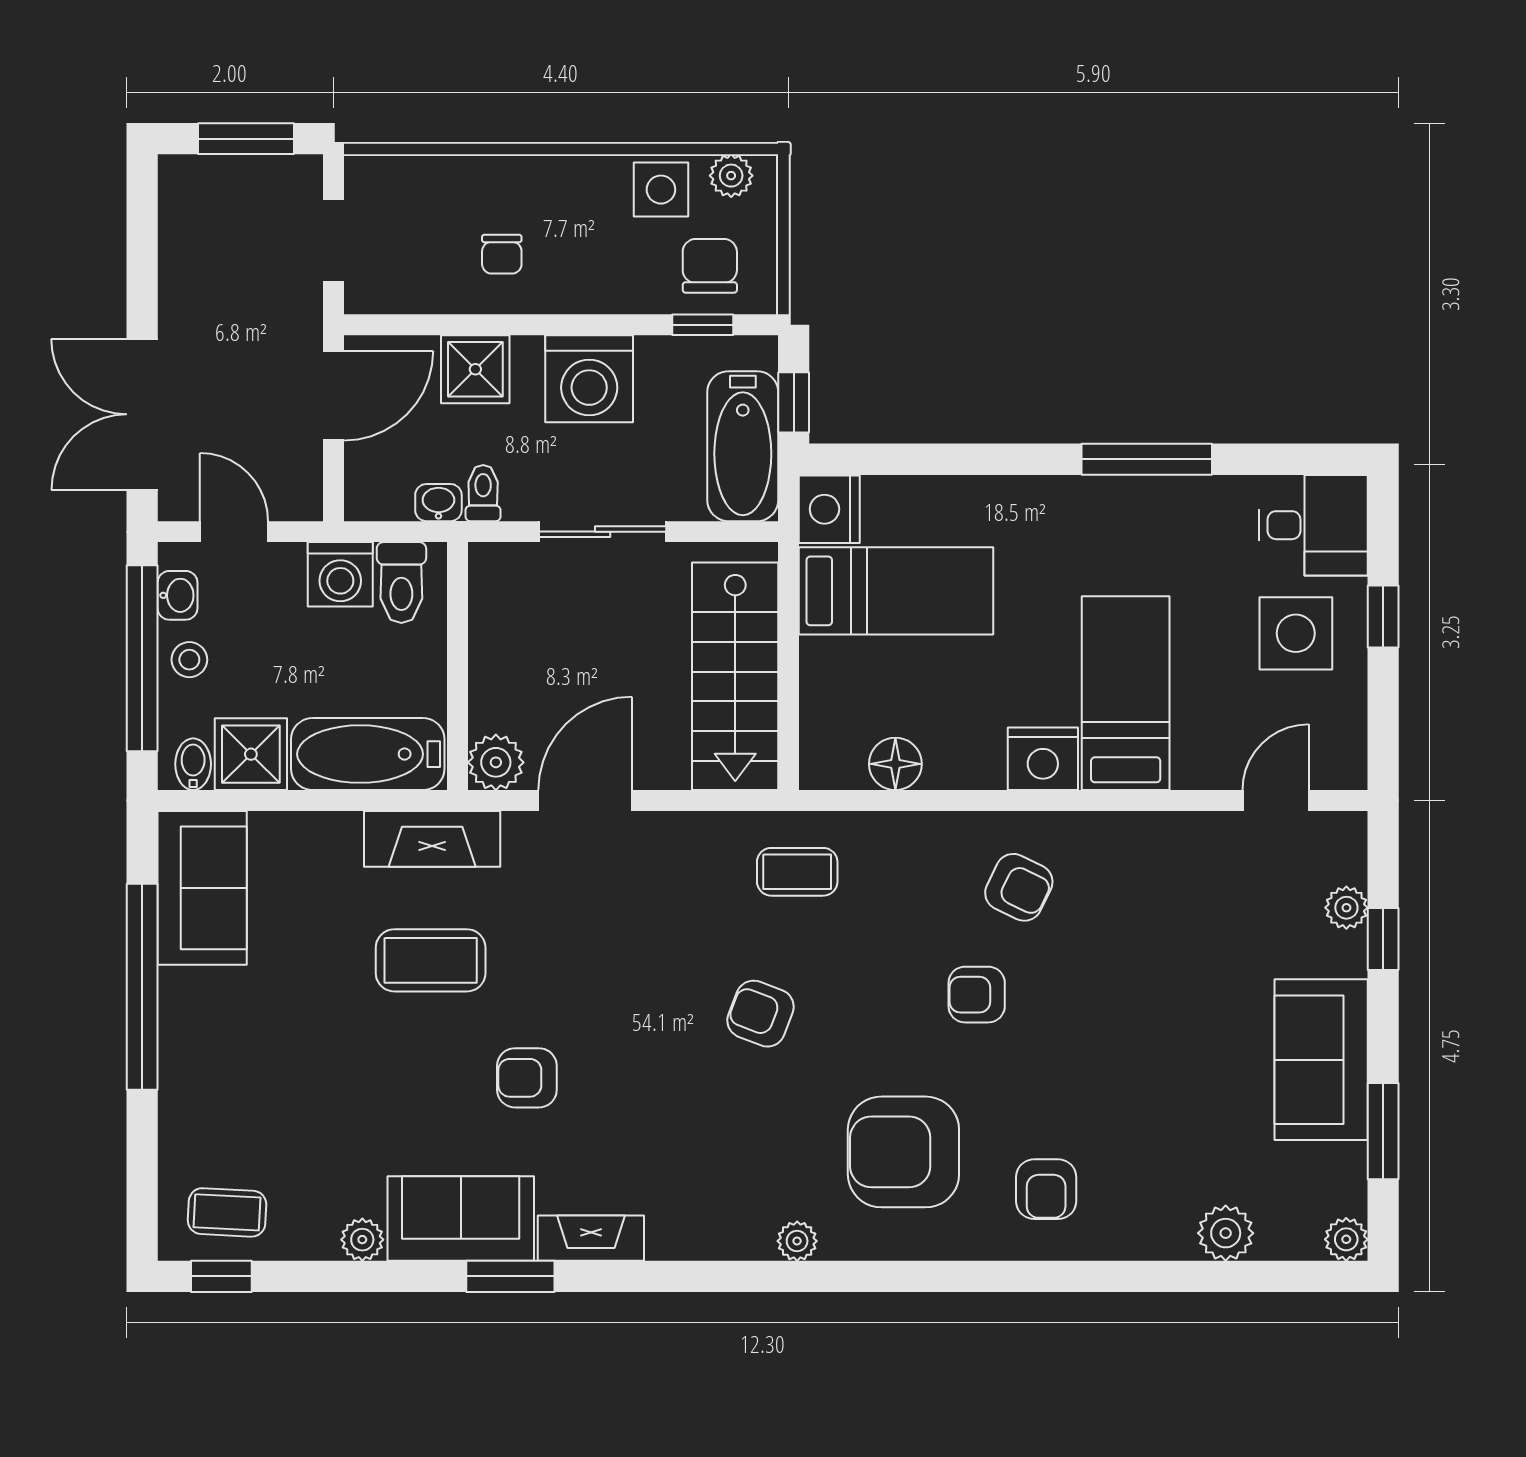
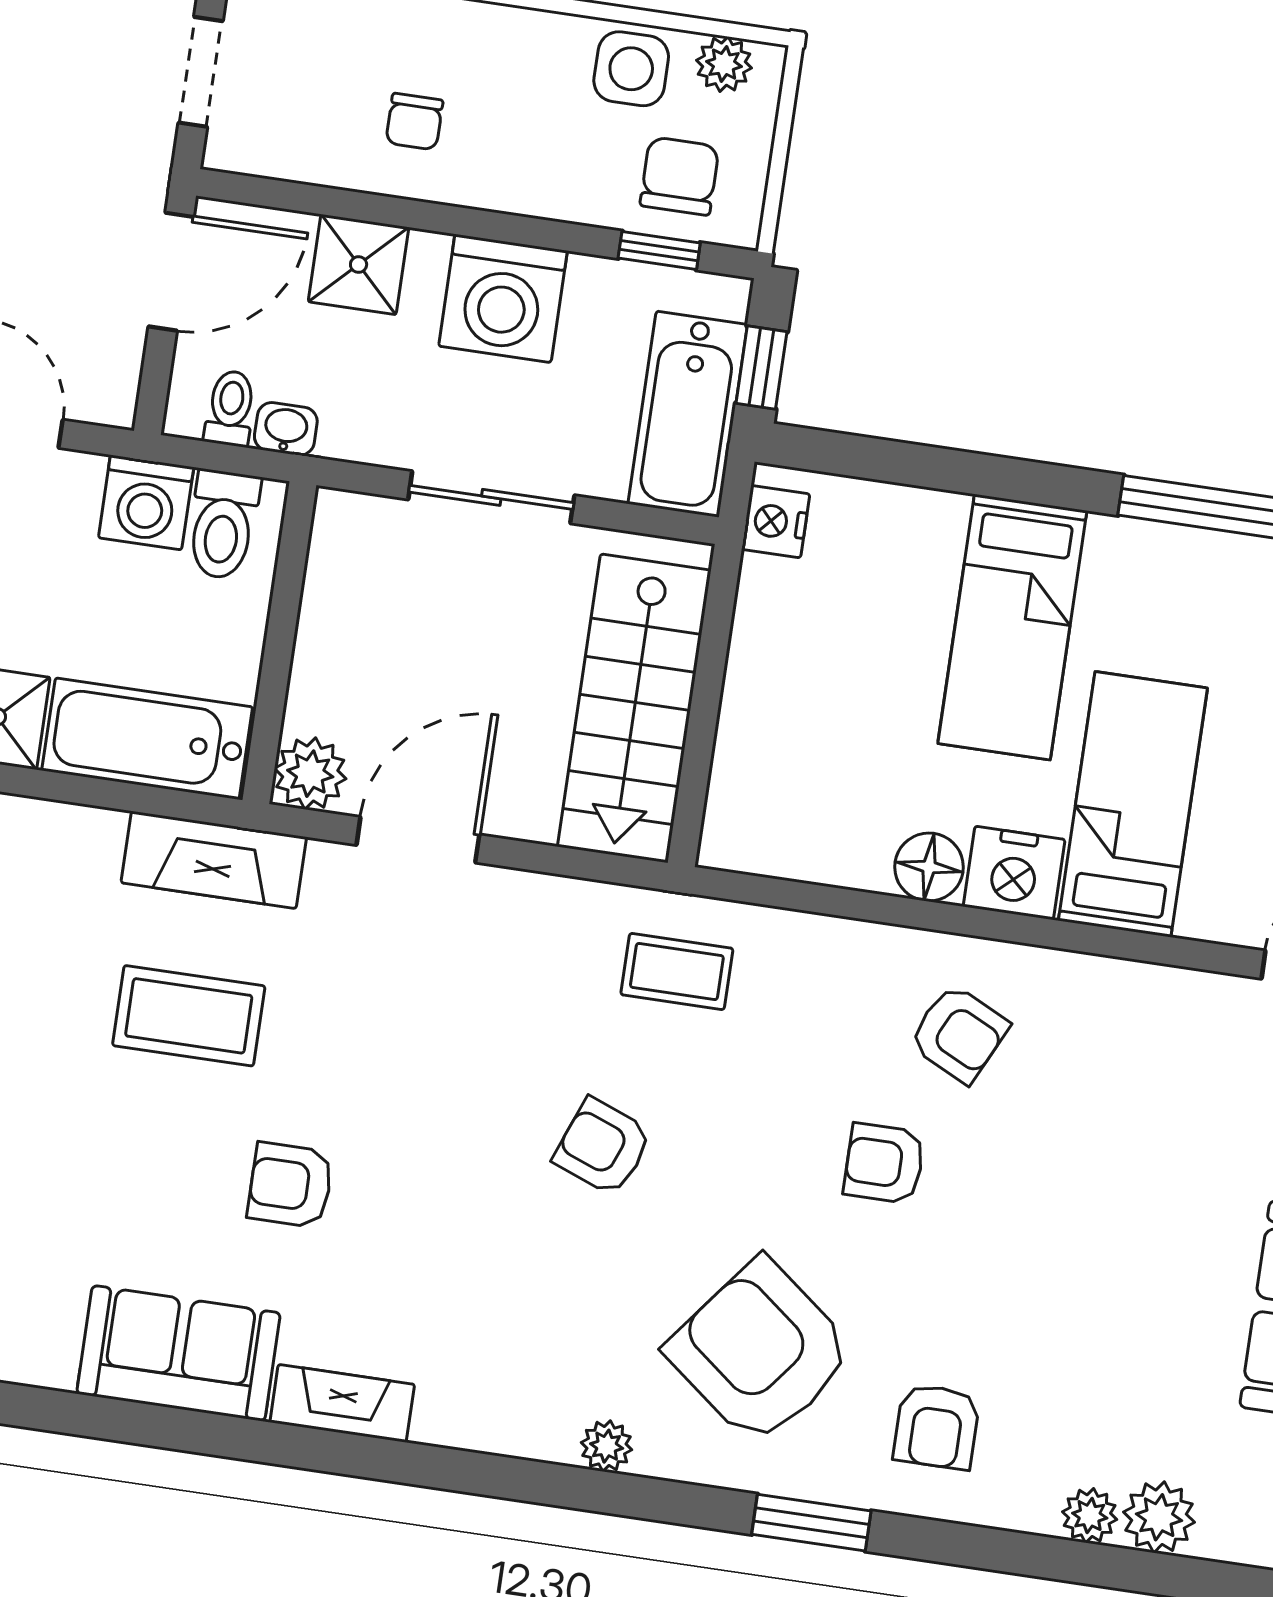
toilet: (483, 493) -> (230, 408), moved
nightstand: (829, 509) -> (776, 522), width x0.74, depth x0.75
bed: (896, 591) -> (1012, 627), moved, turned 90
floor lamp: (895, 764) -> (929, 867), moved
armchair: (903, 1152) -> (760, 1352), turned 38
plant: (362, 1240) -> (1090, 1516), moved
window: (510, 1276) -> (811, 1523), moved

